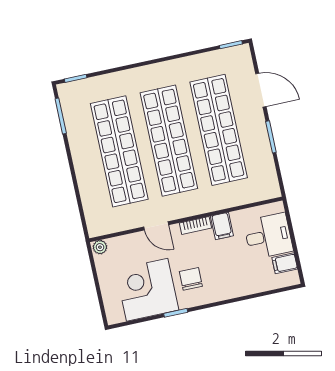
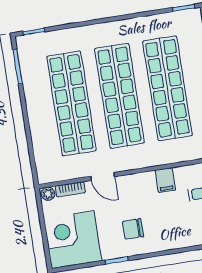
bookcase: (195, 225) -> (70, 189), moved
chair: (191, 279) -> (133, 229), turned -90
corner desk: (147, 290) -> (73, 240), moved

